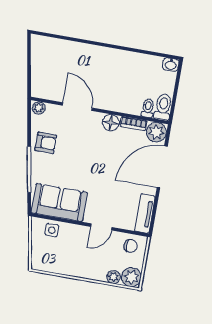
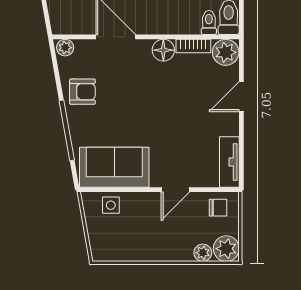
door: (162, 167) -> (241, 97), width x0.53

